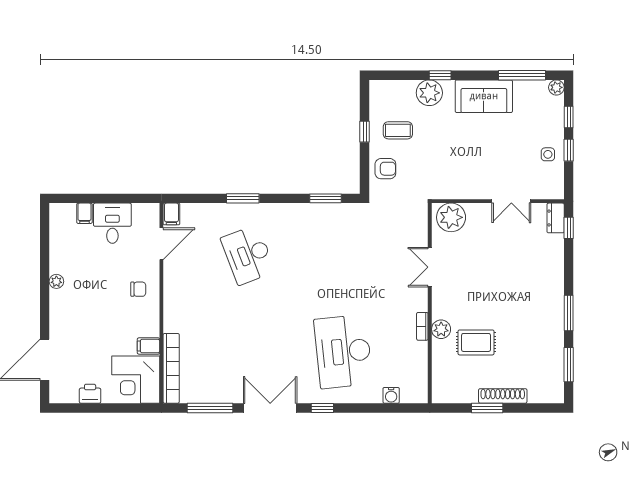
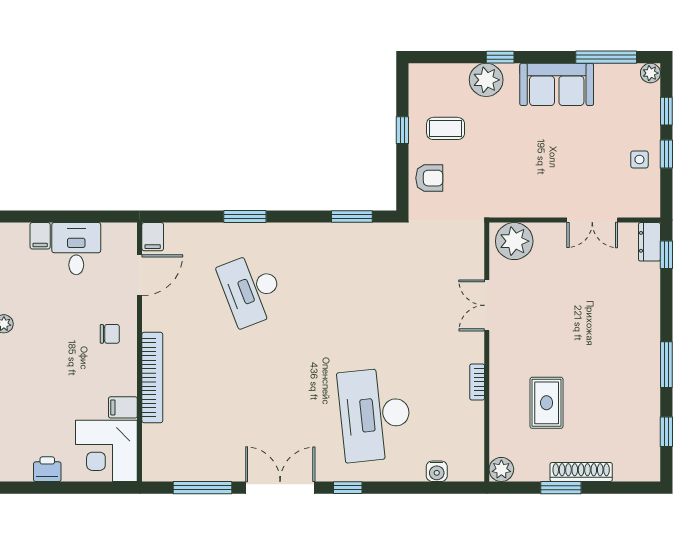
plant: (441, 329) -> (501, 469), moved
rug: (476, 342) -> (547, 403), turned 90
window: (569, 365) -> (666, 432), width x0.67
bookcase: (171, 368) -> (152, 378), moved

